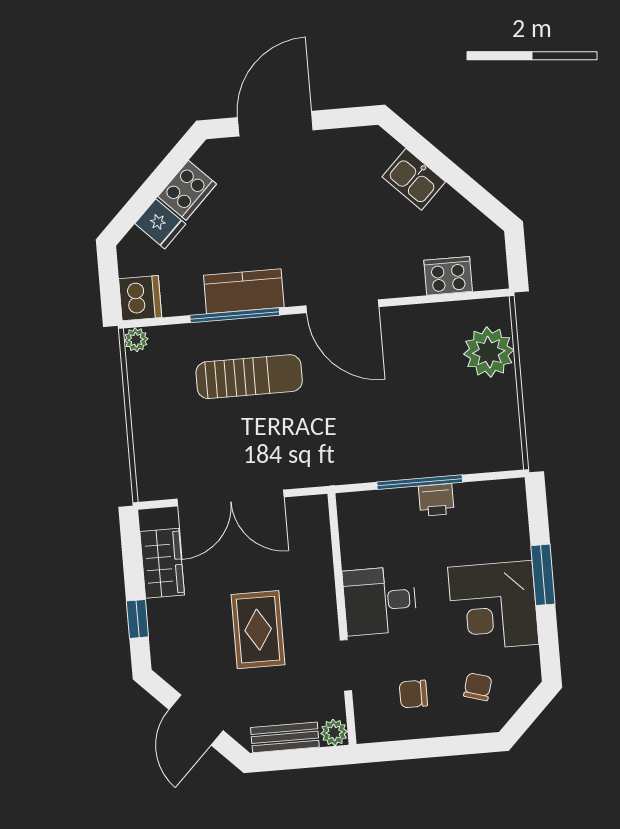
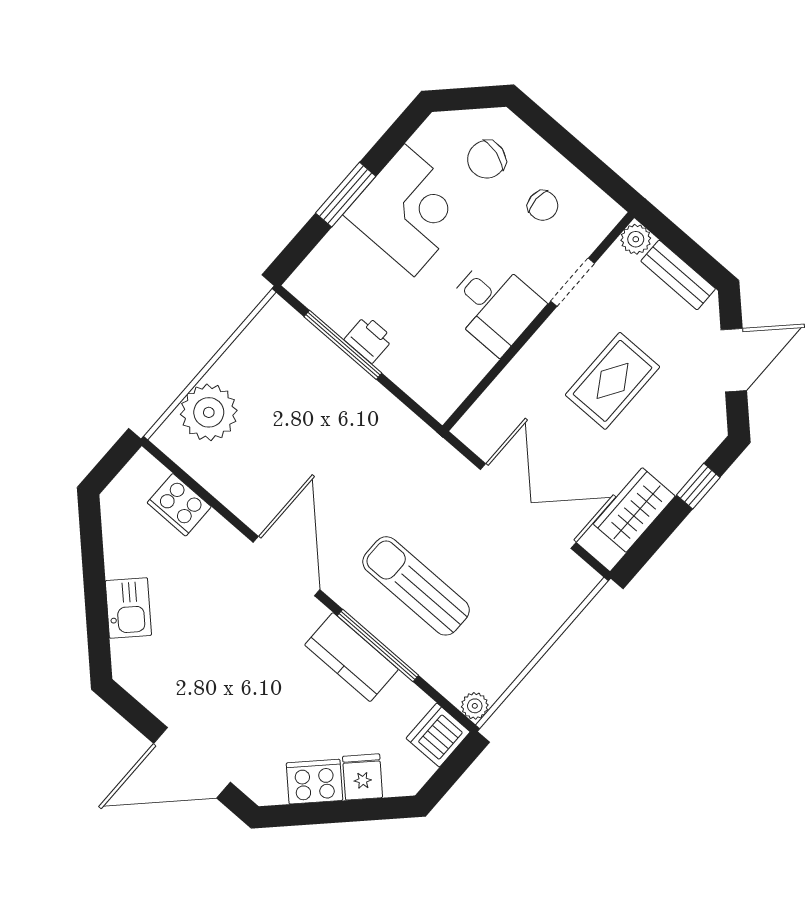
window: (420, 482) -> (343, 345), moved
chair: (478, 687) -> (487, 159), width x1.37, depth x1.37

